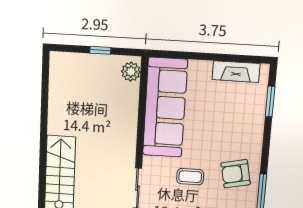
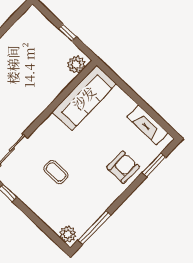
sofa: (165, 108) -> (84, 98), width x0.74, depth x0.79
armchair: (236, 174) -> (123, 167), moved, turned 102

